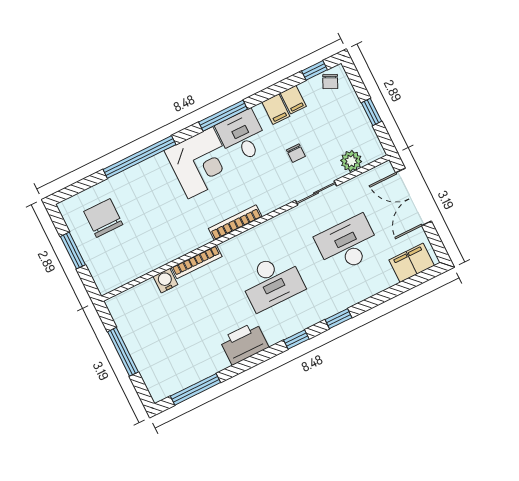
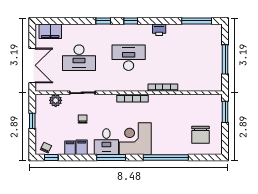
window: (73, 251) -> (225, 112), moved
water cooler: (165, 281) -> (184, 86), removed
printer: (244, 343) -> (159, 30), width x0.53, depth x0.68

